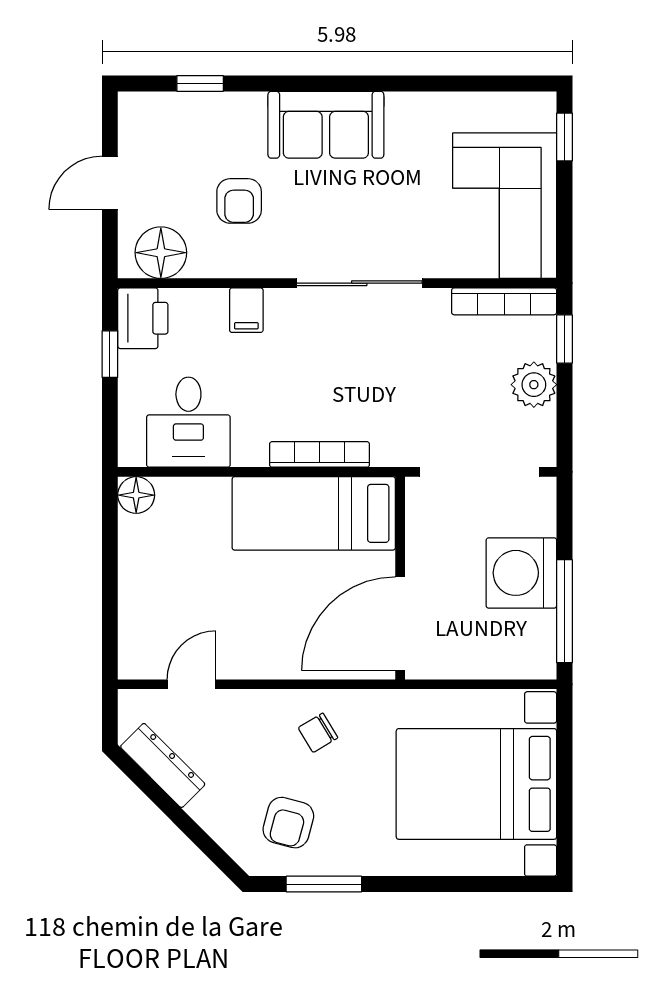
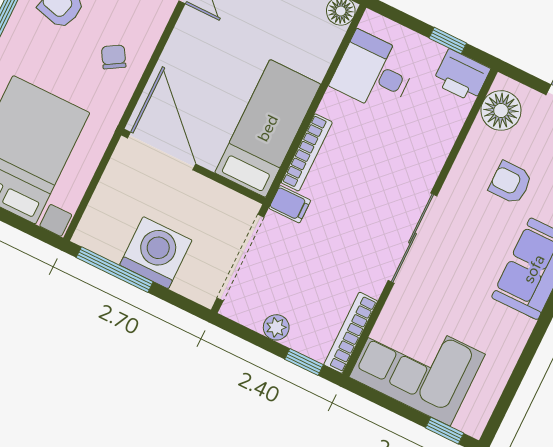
filing cabinet: (246, 310) -> (290, 204), moved, turned 180
plant: (534, 385) -> (276, 327), width x0.73, depth x0.73

